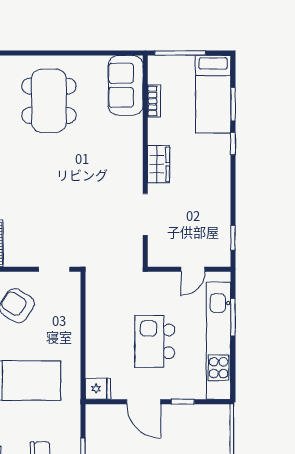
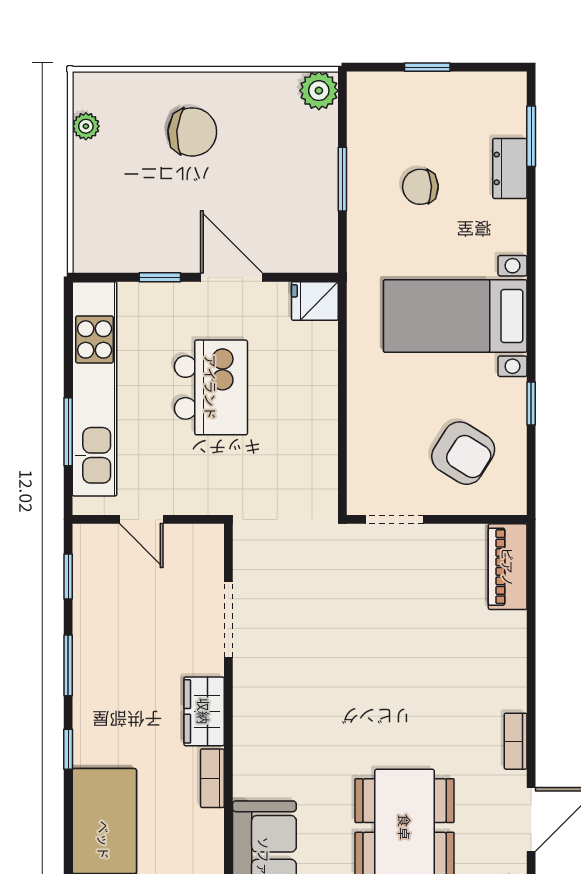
bookcase: (154, 101) -> (212, 778), moved
window: (233, 104) -> (68, 665), moved
door: (193, 269) -> (141, 519), swing flipped

